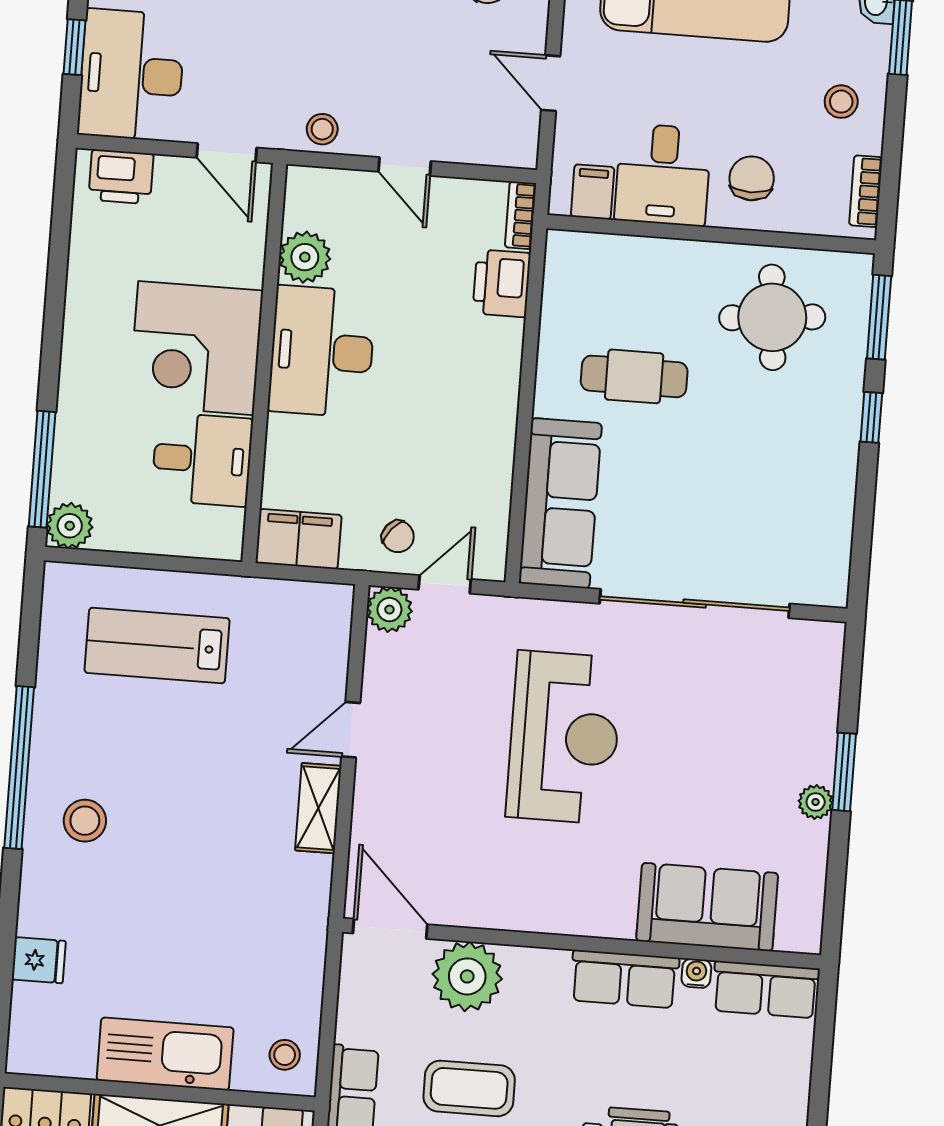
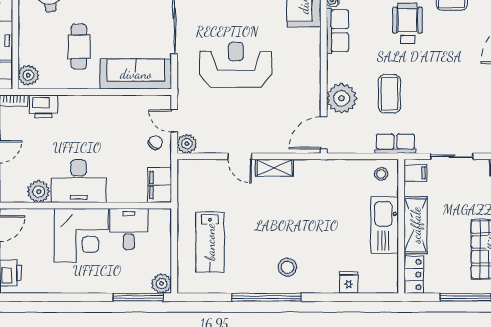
plant: (577, 254) -> (28, 75), added

